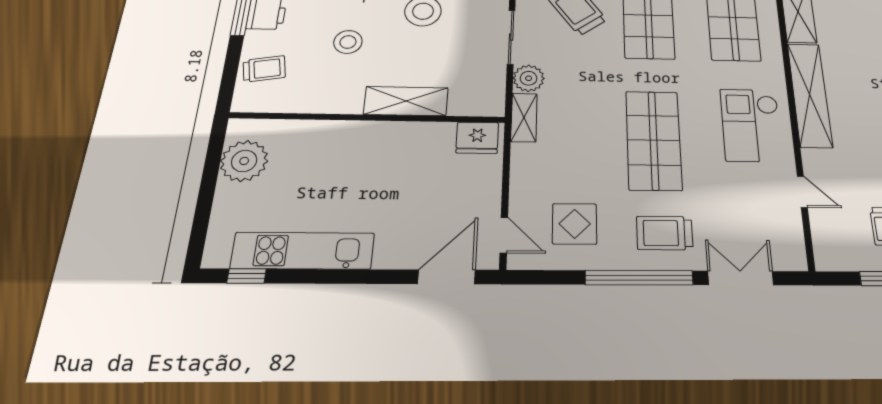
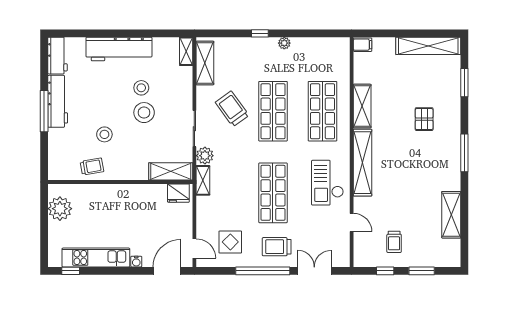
trolley: (264, 69) -> (92, 166), moved
shelving: (406, 101) -> (171, 171), moved
water cooler: (385, 259) -> (136, 262), added

